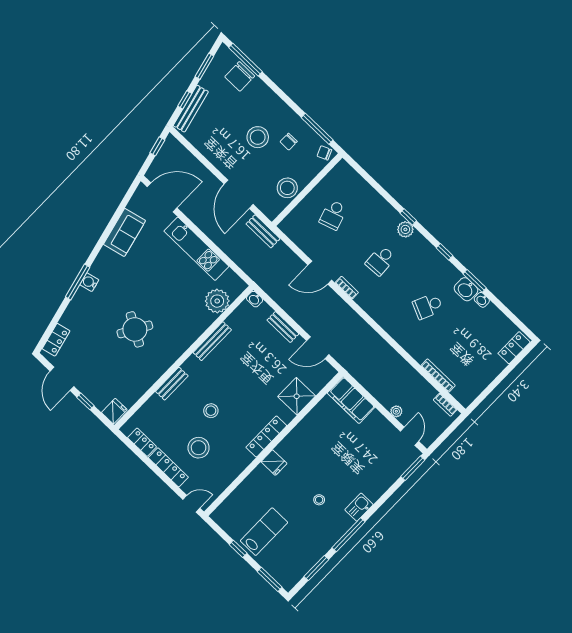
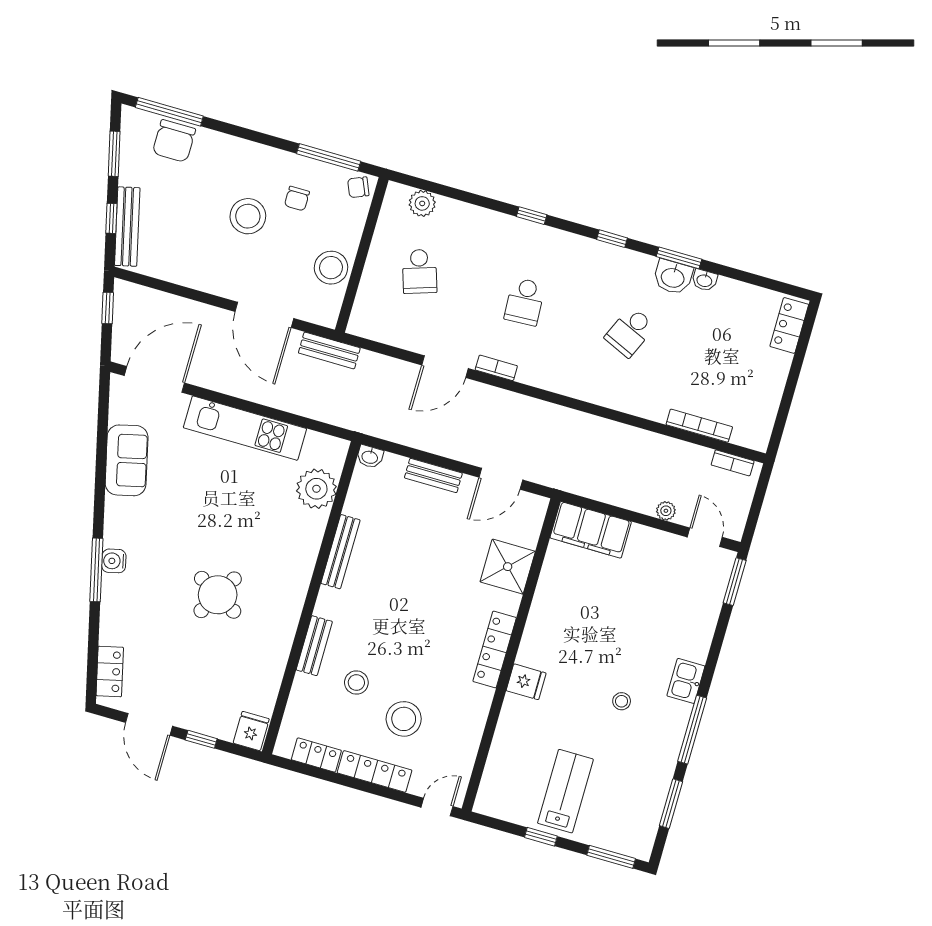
plant: (405, 229) -> (422, 203), moved
stool: (211, 411) -> (356, 683), moved

